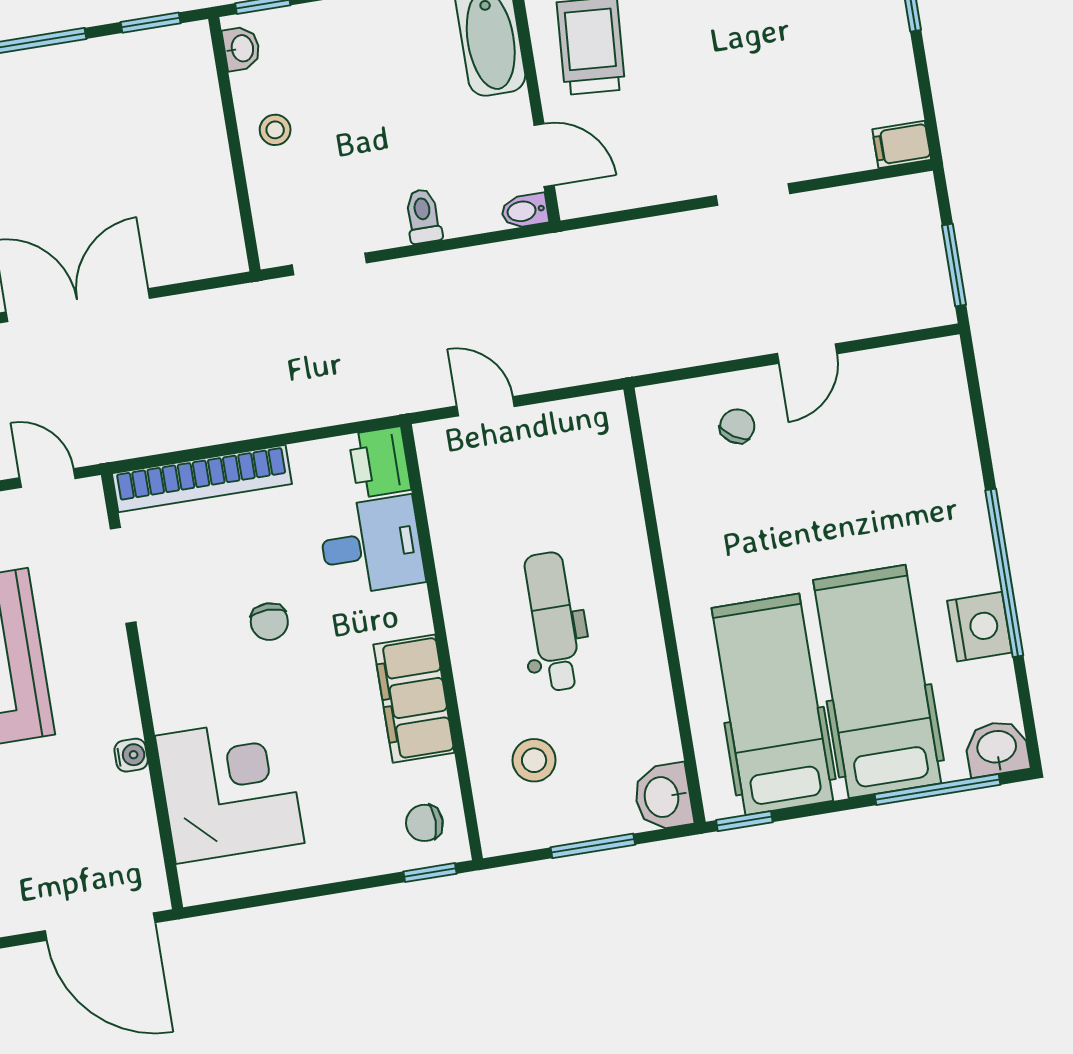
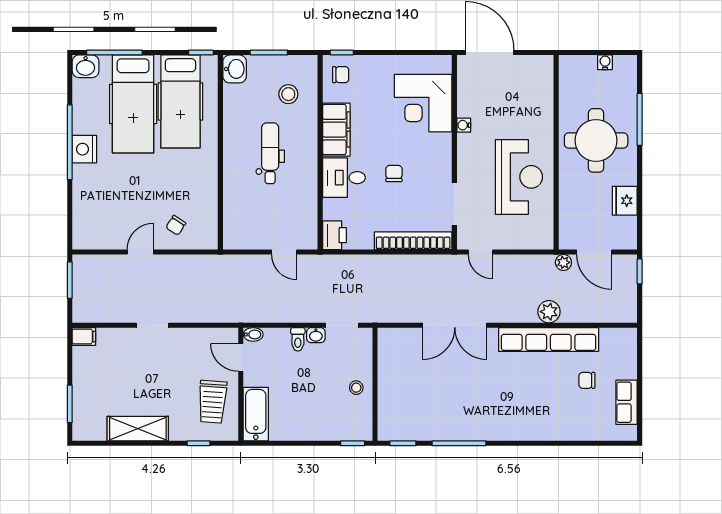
washbasin: (241, 48) -> (316, 335), moved, turned -90
desk: (371, 546) -> (344, 178), moved
dental chair: (553, 622) -> (270, 153), turned 180
nightstand: (979, 627) -> (84, 149), moved

